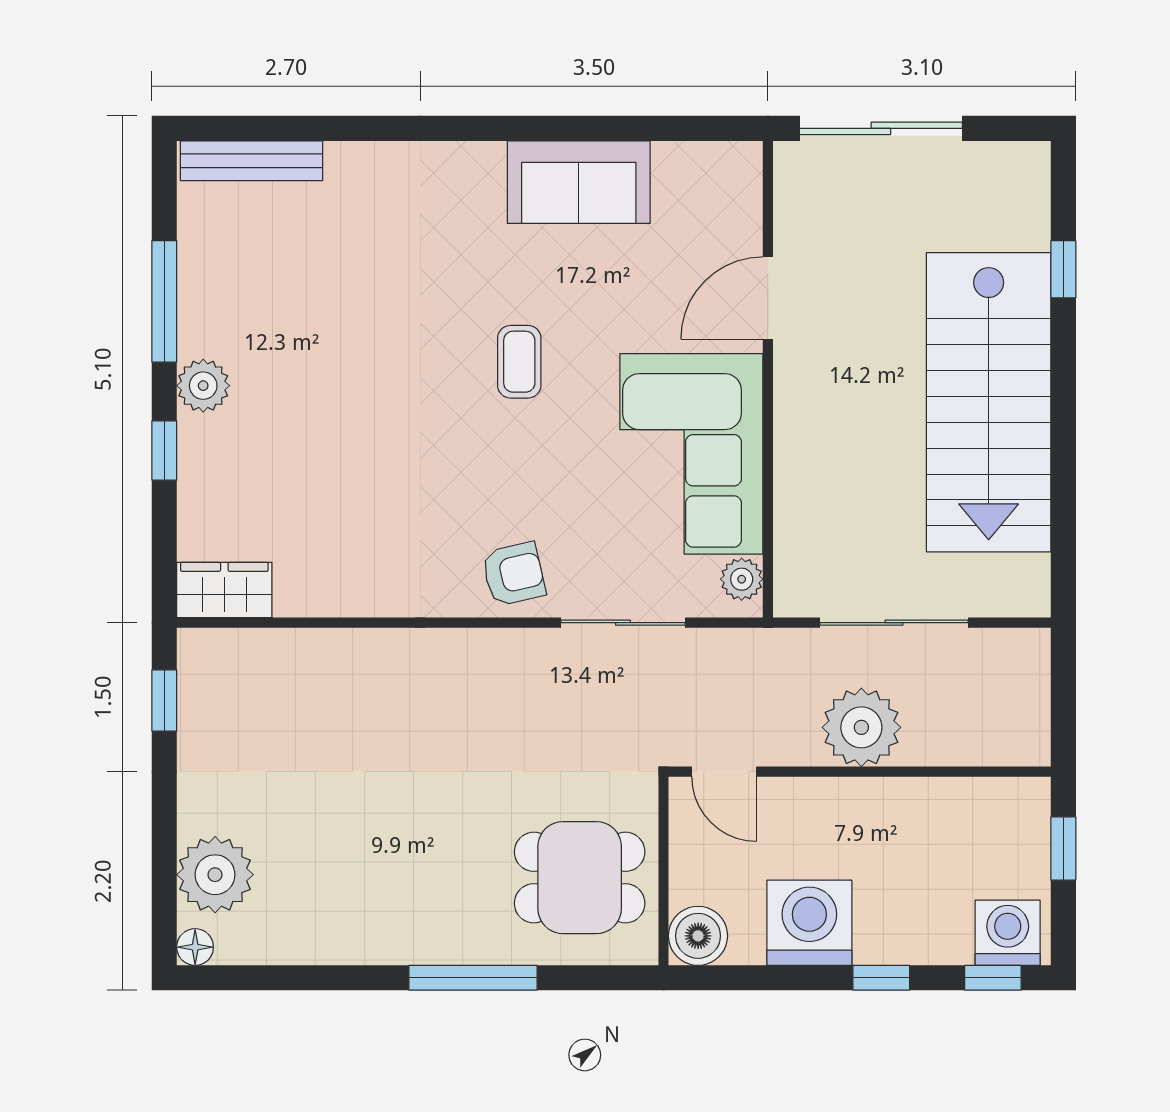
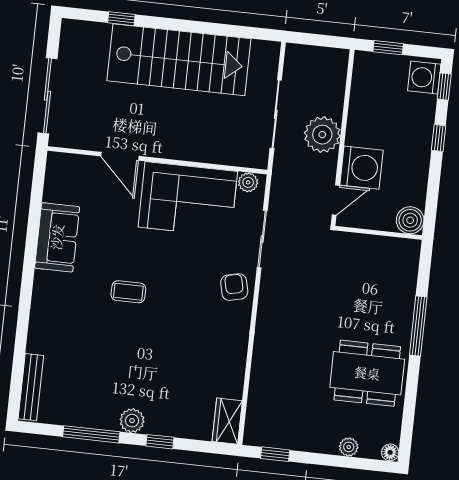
coffee table: (519, 362) -> (128, 292), moved
plant: (215, 875) -> (349, 447), width x0.53, depth x0.53
dining table: (580, 878) -> (367, 373), moved, width x1.38
washing machine: (809, 923) -> (362, 168), moved, turned 180

